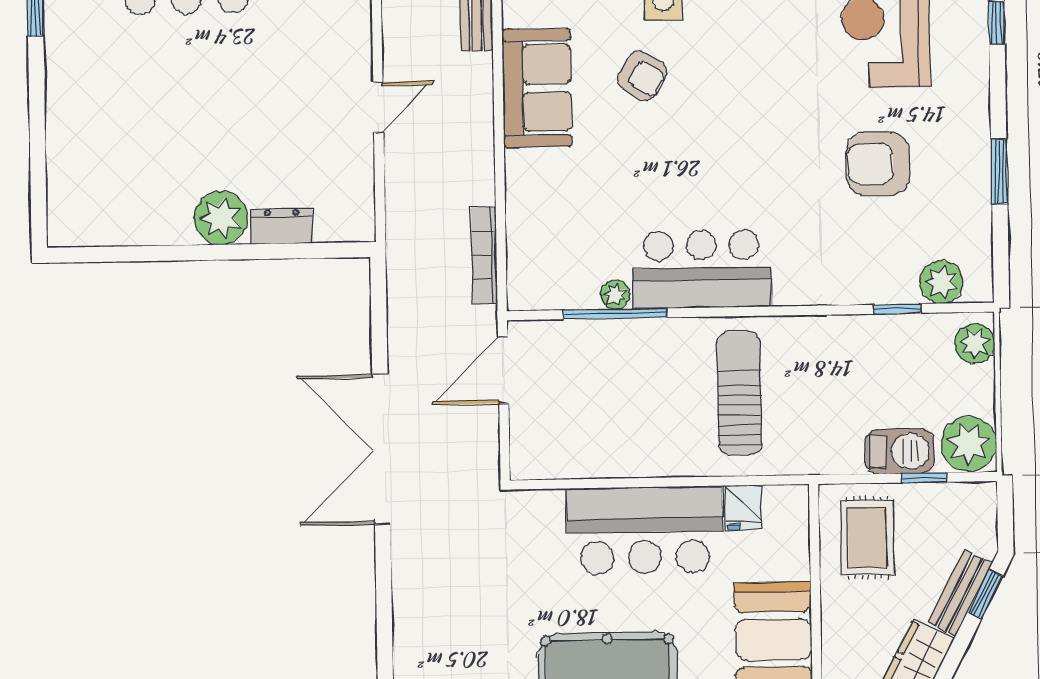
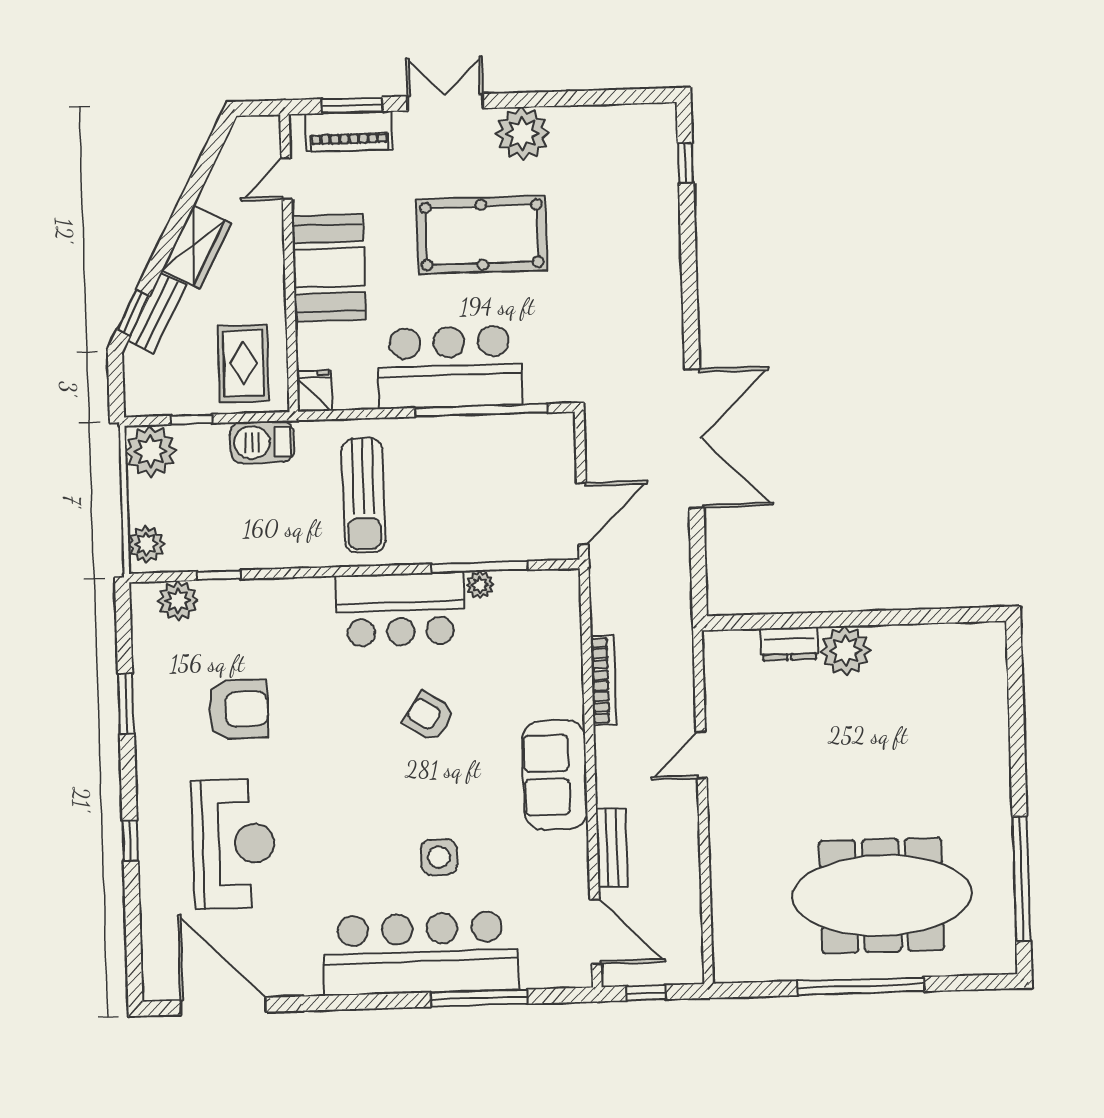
armchair: (642, 76) -> (429, 717), moved
bookcase: (484, 256) -> (603, 680), moved
barbecue: (900, 451) -> (262, 442), moved
window: (611, 483) -> (481, 410), added
fridge: (743, 507) -> (314, 391), moved

